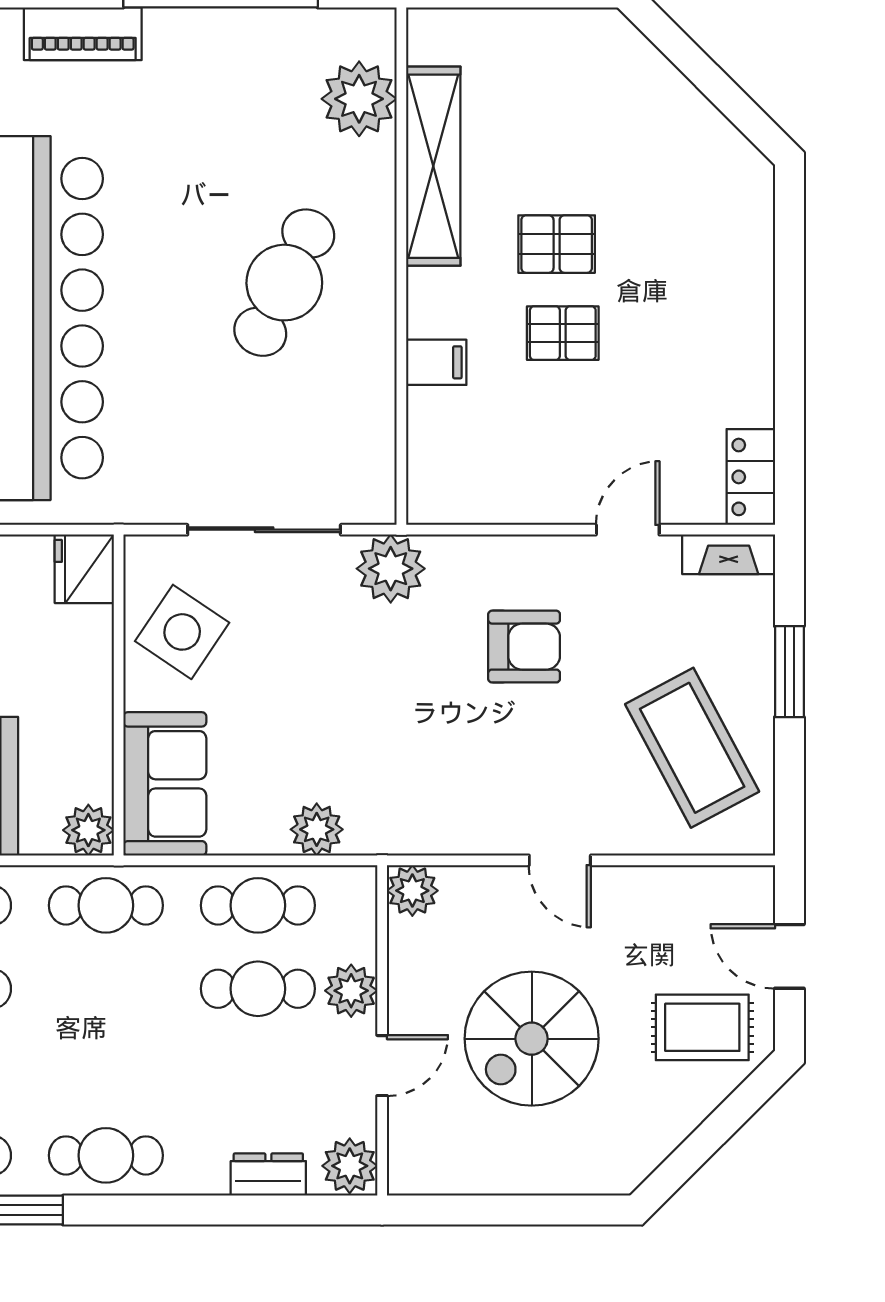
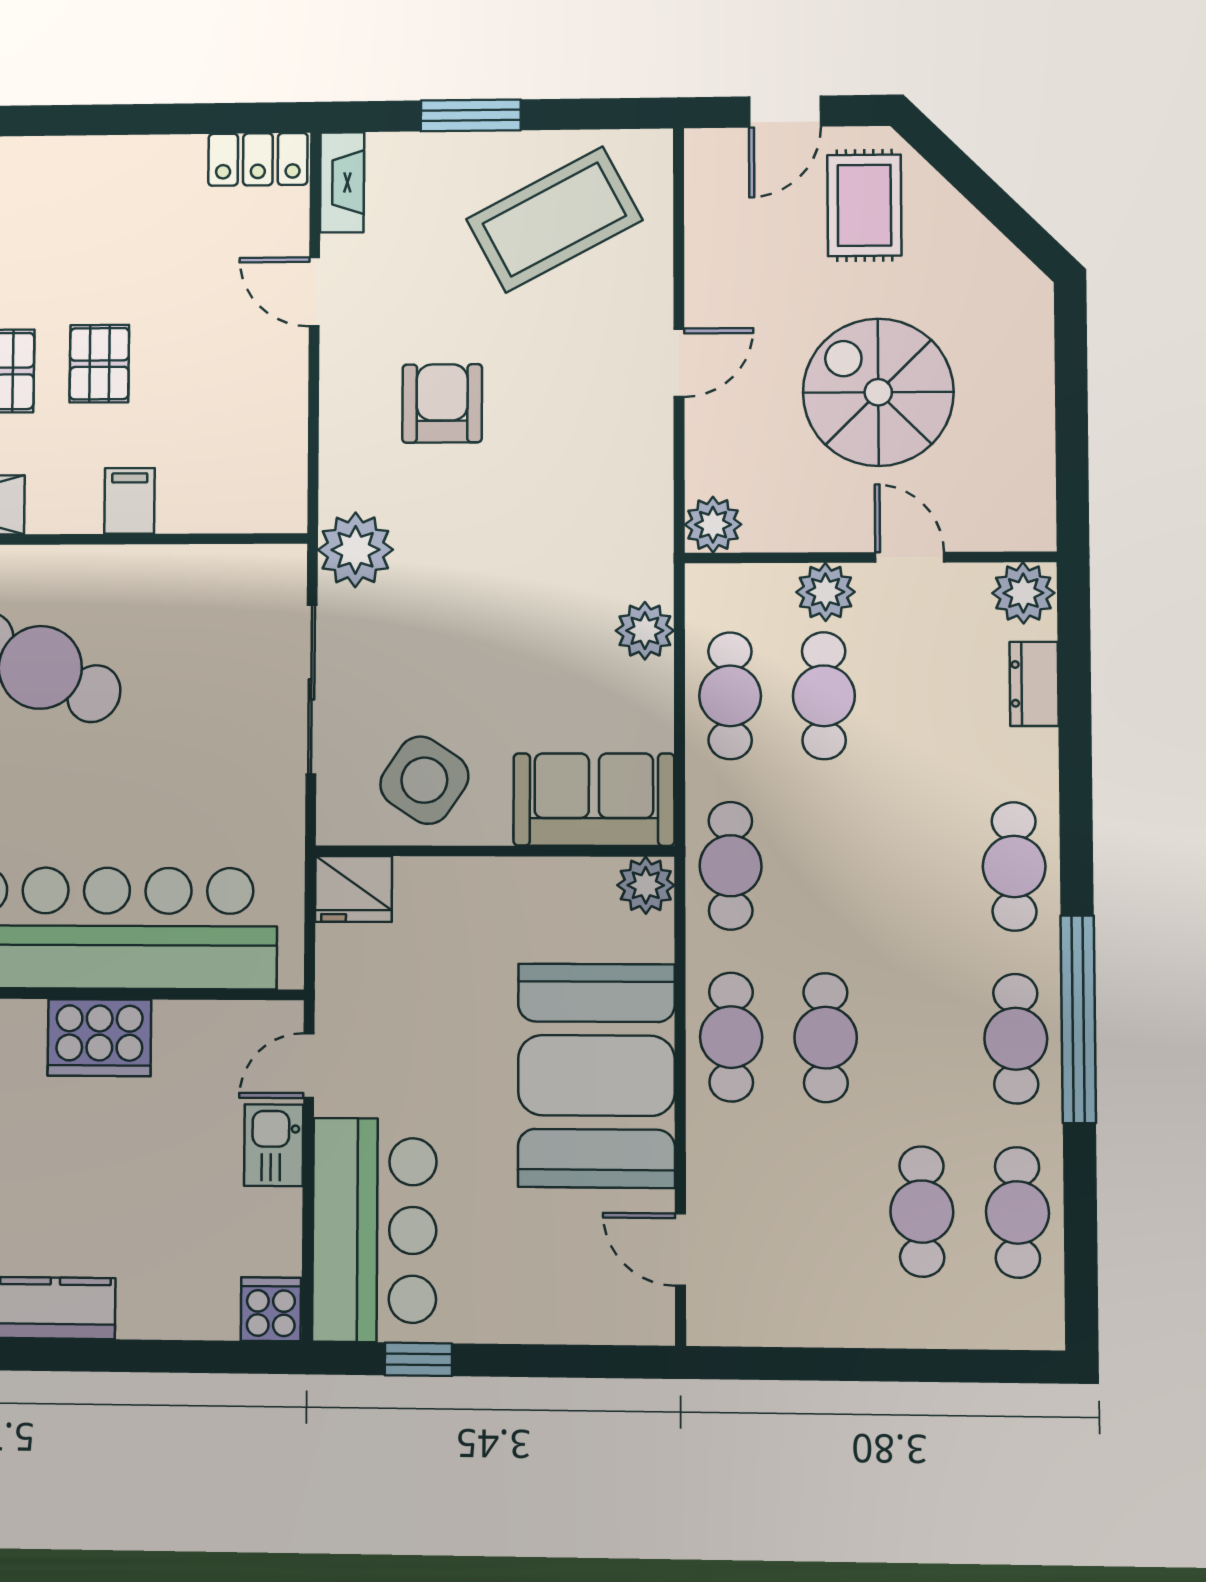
spiral stairs: (532, 1039) -> (878, 392), turned 180

